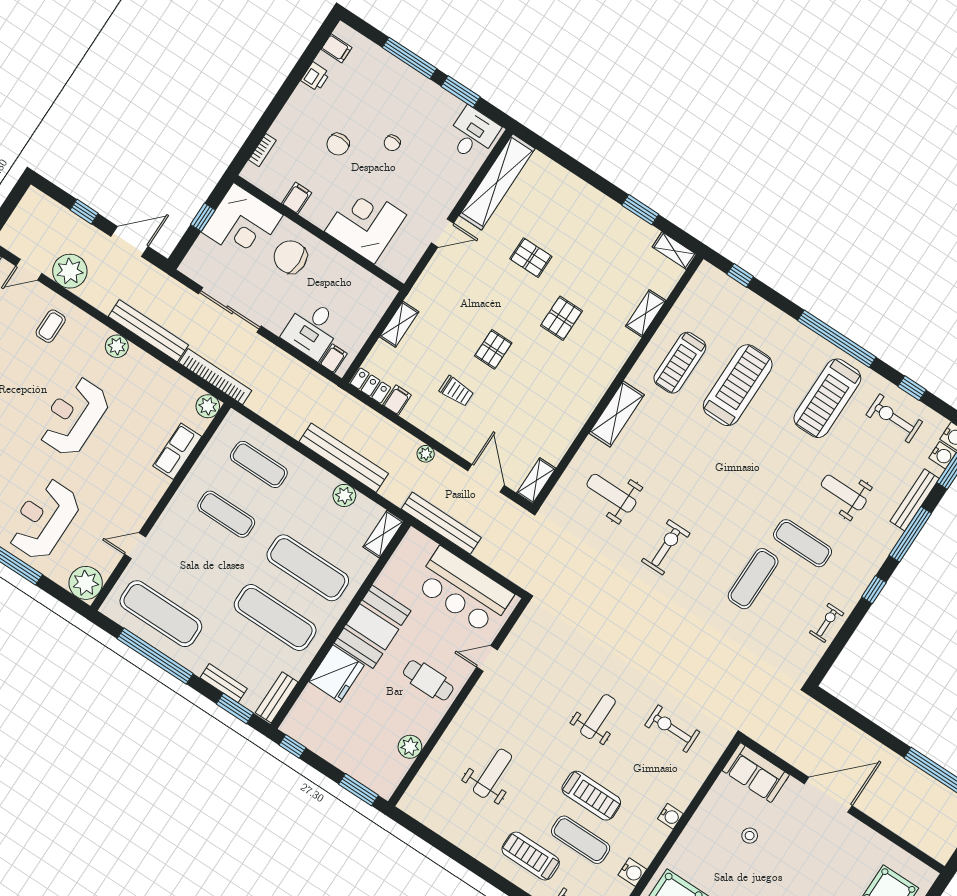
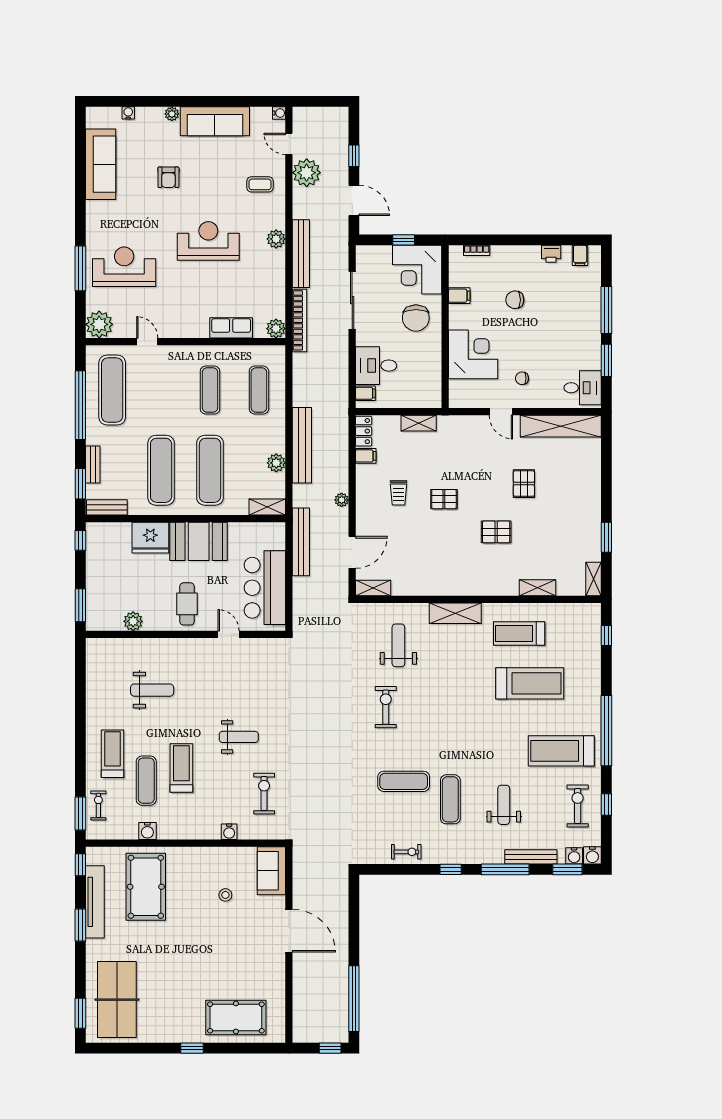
chair: (392, 143) -> (522, 378), moved
chair: (290, 257) -> (416, 318), turned 180
exercise bike: (666, 547) -> (386, 707), turned -90
treadmill: (591, 796) -> (181, 768), turned 180
water cooler: (670, 816) -> (229, 832), moved

